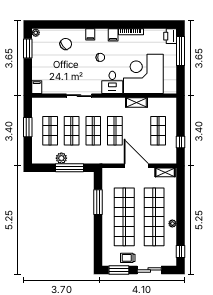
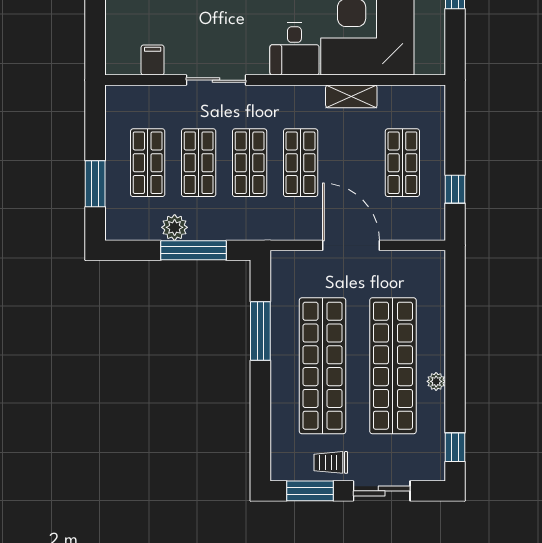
filing cabinet: (37, 87) -> (153, 60), moved
window: (28, 127) -> (95, 184), moved
shelving: (165, 172) -> (419, 261), removed

